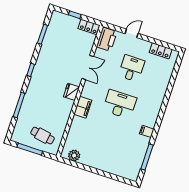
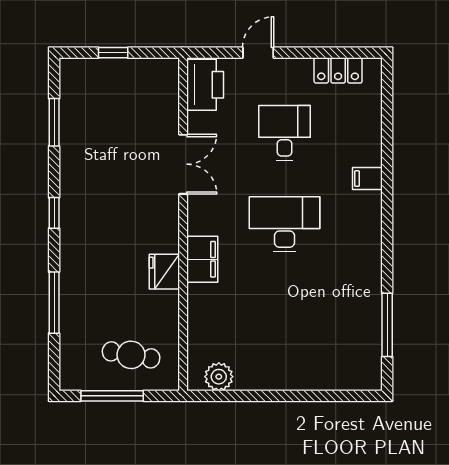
locker: (89, 27) -> (155, 70), removed
fridge: (71, 92) -> (164, 272), moved
filing cabinet: (147, 131) -> (367, 179), moved

